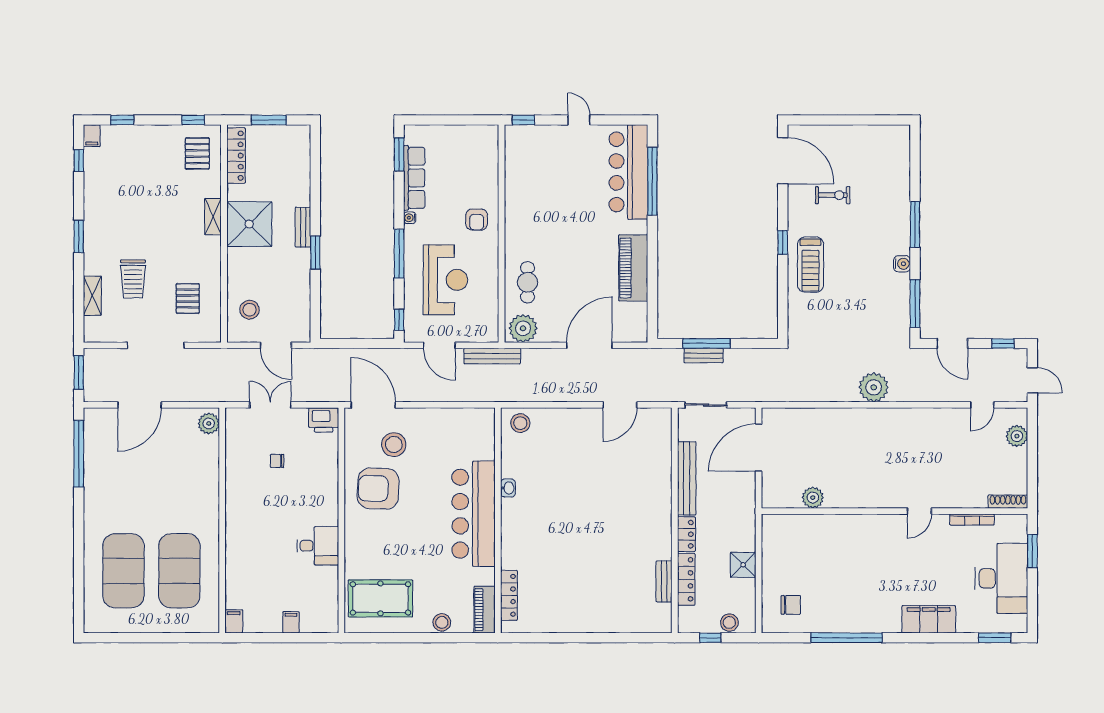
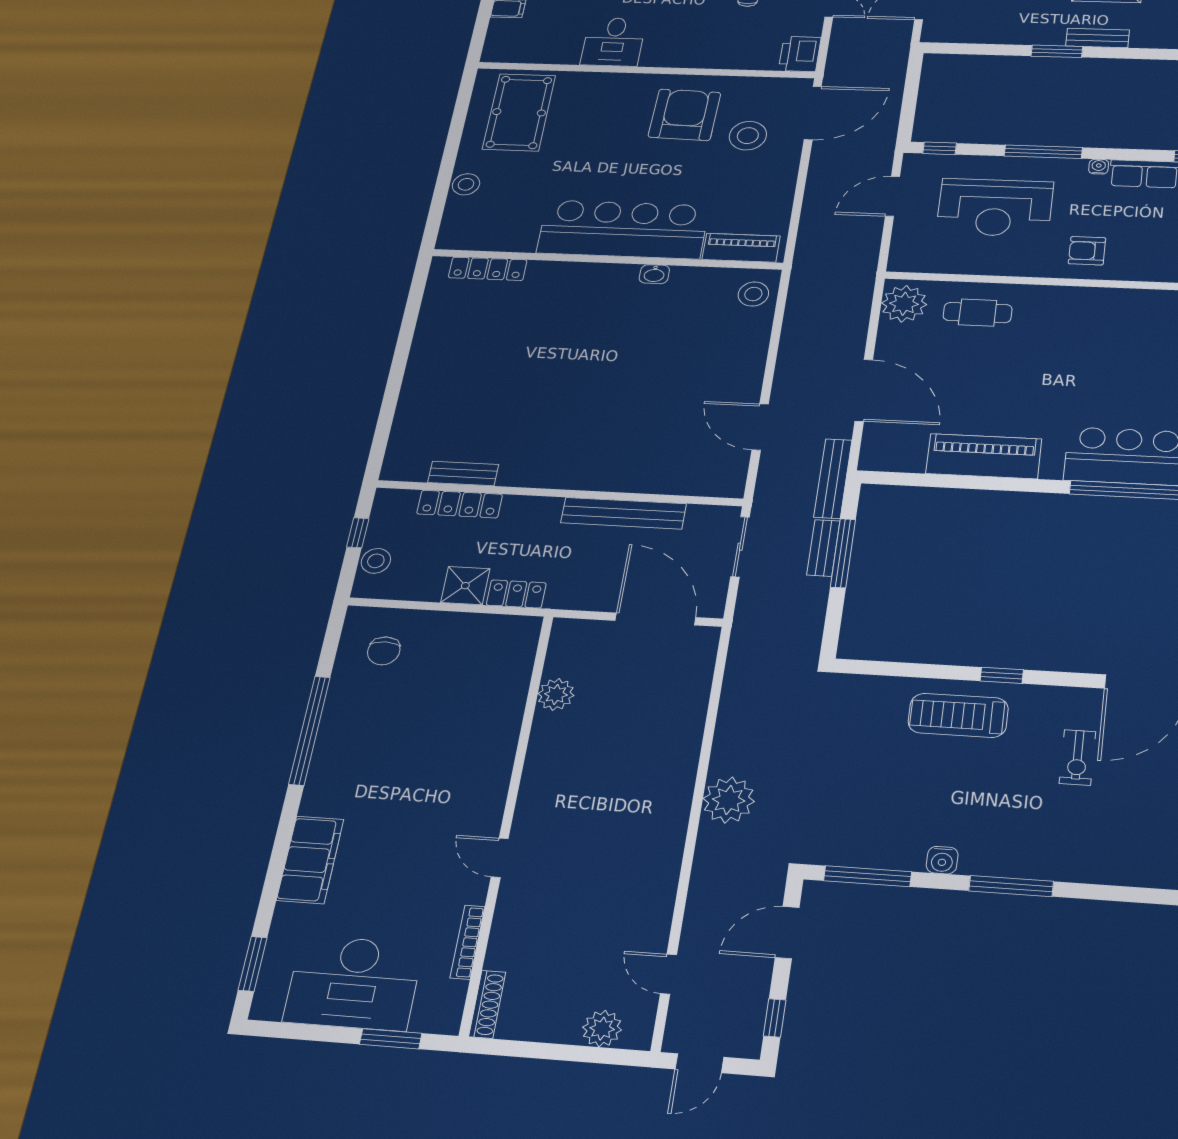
bench: (492, 356) -> (833, 478), moved
locker: (686, 534) -> (516, 594), moved, turned 180
piano: (485, 610) -> (741, 248), moved

